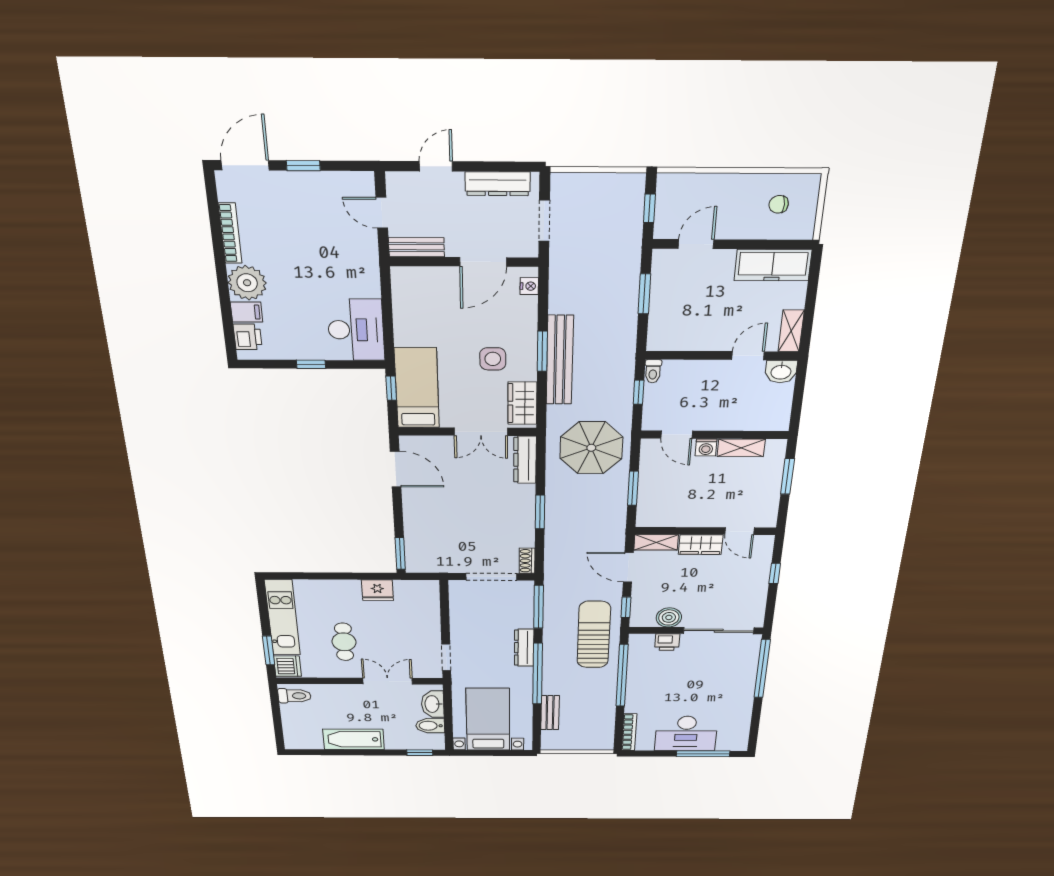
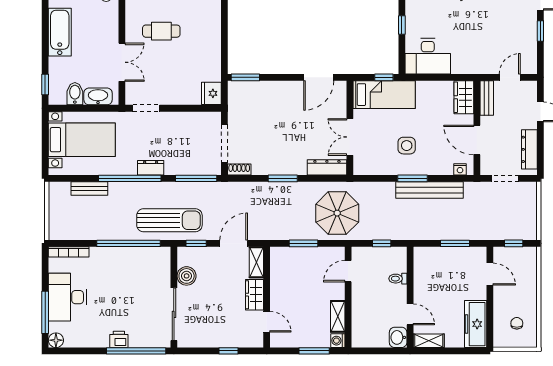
bench: (560, 360) -> (430, 190), moved
toilet: (653, 371) -> (398, 279), moved
wardrobe: (522, 403) -> (464, 97), moved, turned -90
washing machine: (706, 447) -> (338, 341), moved
door: (739, 531) -> (267, 322), swing flipped
fridge: (377, 590) -> (211, 93), moved
printer: (667, 642) -> (119, 339), moved, turned 90
dresser: (524, 648) -> (151, 168), width x0.70
floor lamp: (739, 744) -> (56, 340), added

